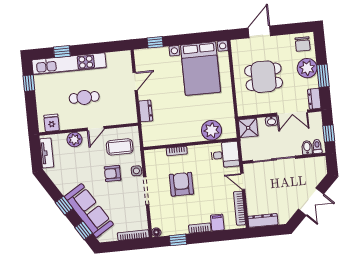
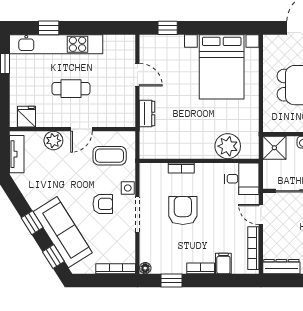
door: (135, 81) -> (137, 75), hinge flipped
armchair: (113, 173) -> (103, 204), moved, turned 180

